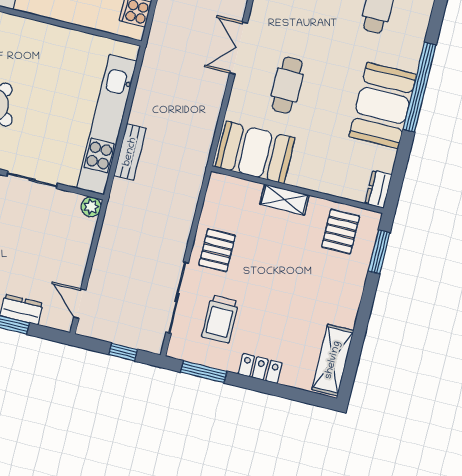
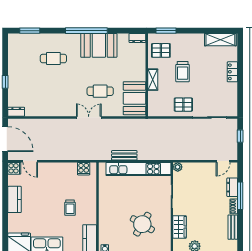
double door: (239, 48) -> (89, 117), swing flipped
bench: (130, 152) -> (124, 155), moved
trolley: (220, 319) -> (183, 72), moved, turned 90
window: (204, 372) -> (240, 97), removed

